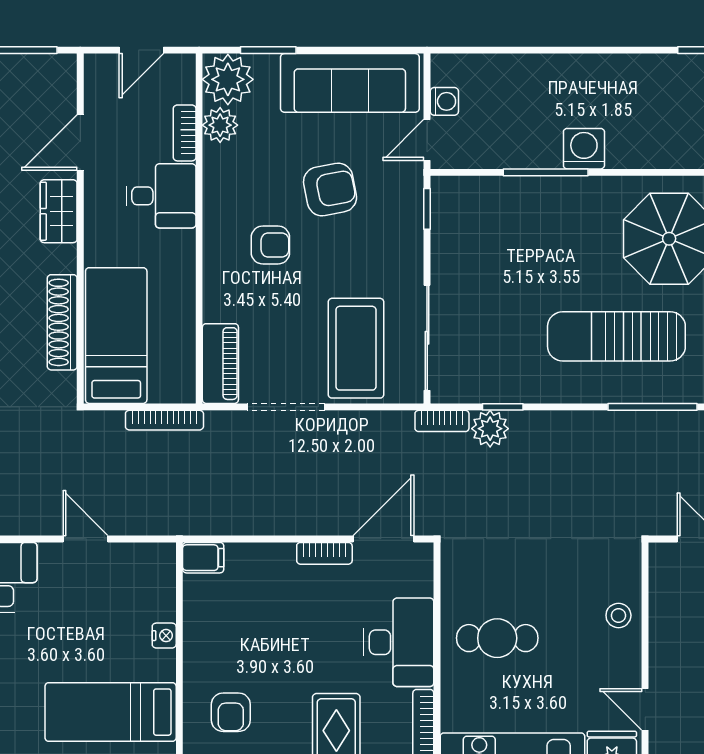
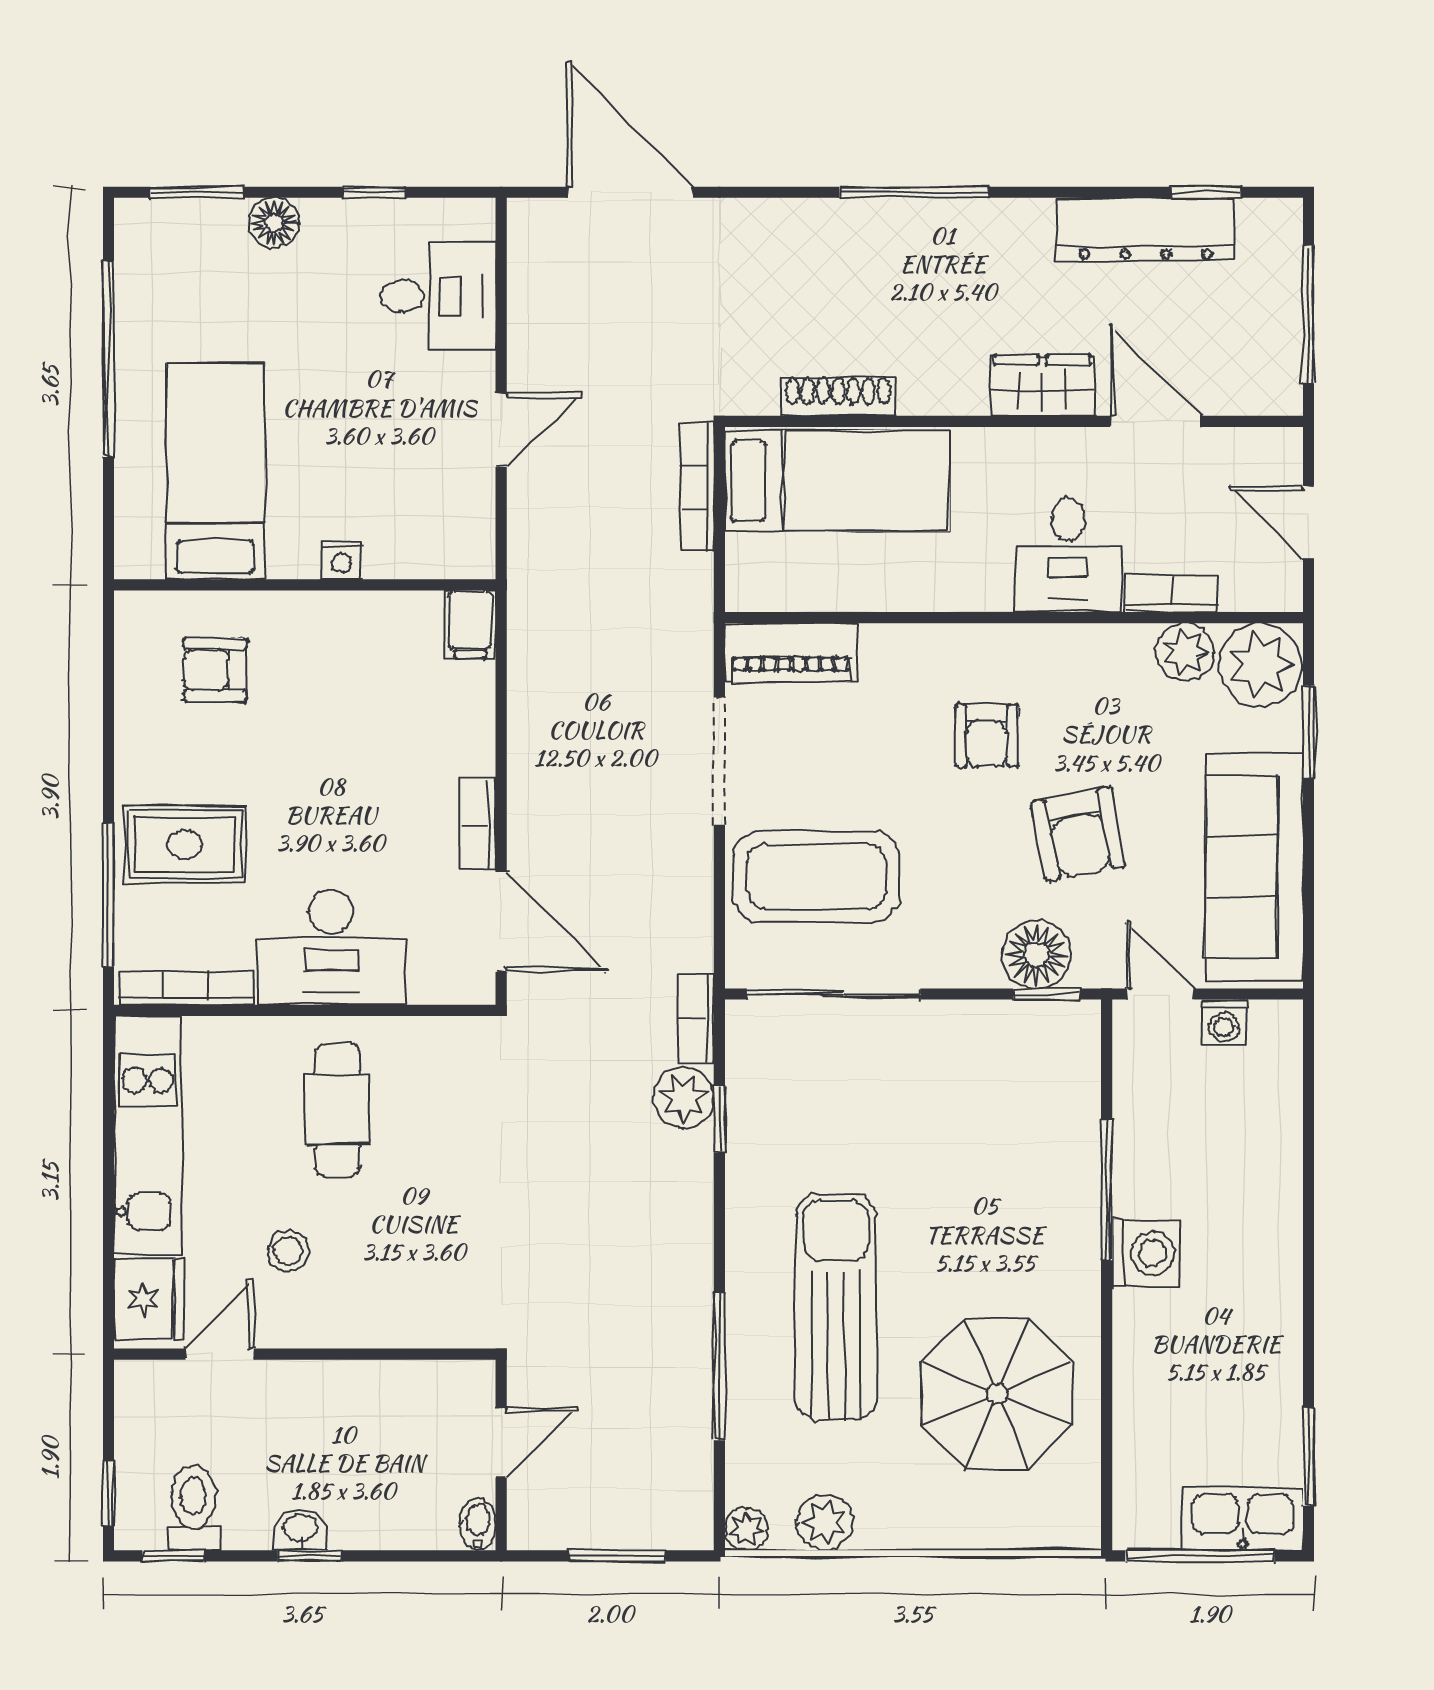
floor lamp: (403, 215) -> (1036, 954), added
shoe rack: (62, 322) -> (838, 396), width x0.74, depth x0.81
bookcase: (164, 420) -> (697, 487), moved
stool: (618, 615) -> (288, 1251), moved

